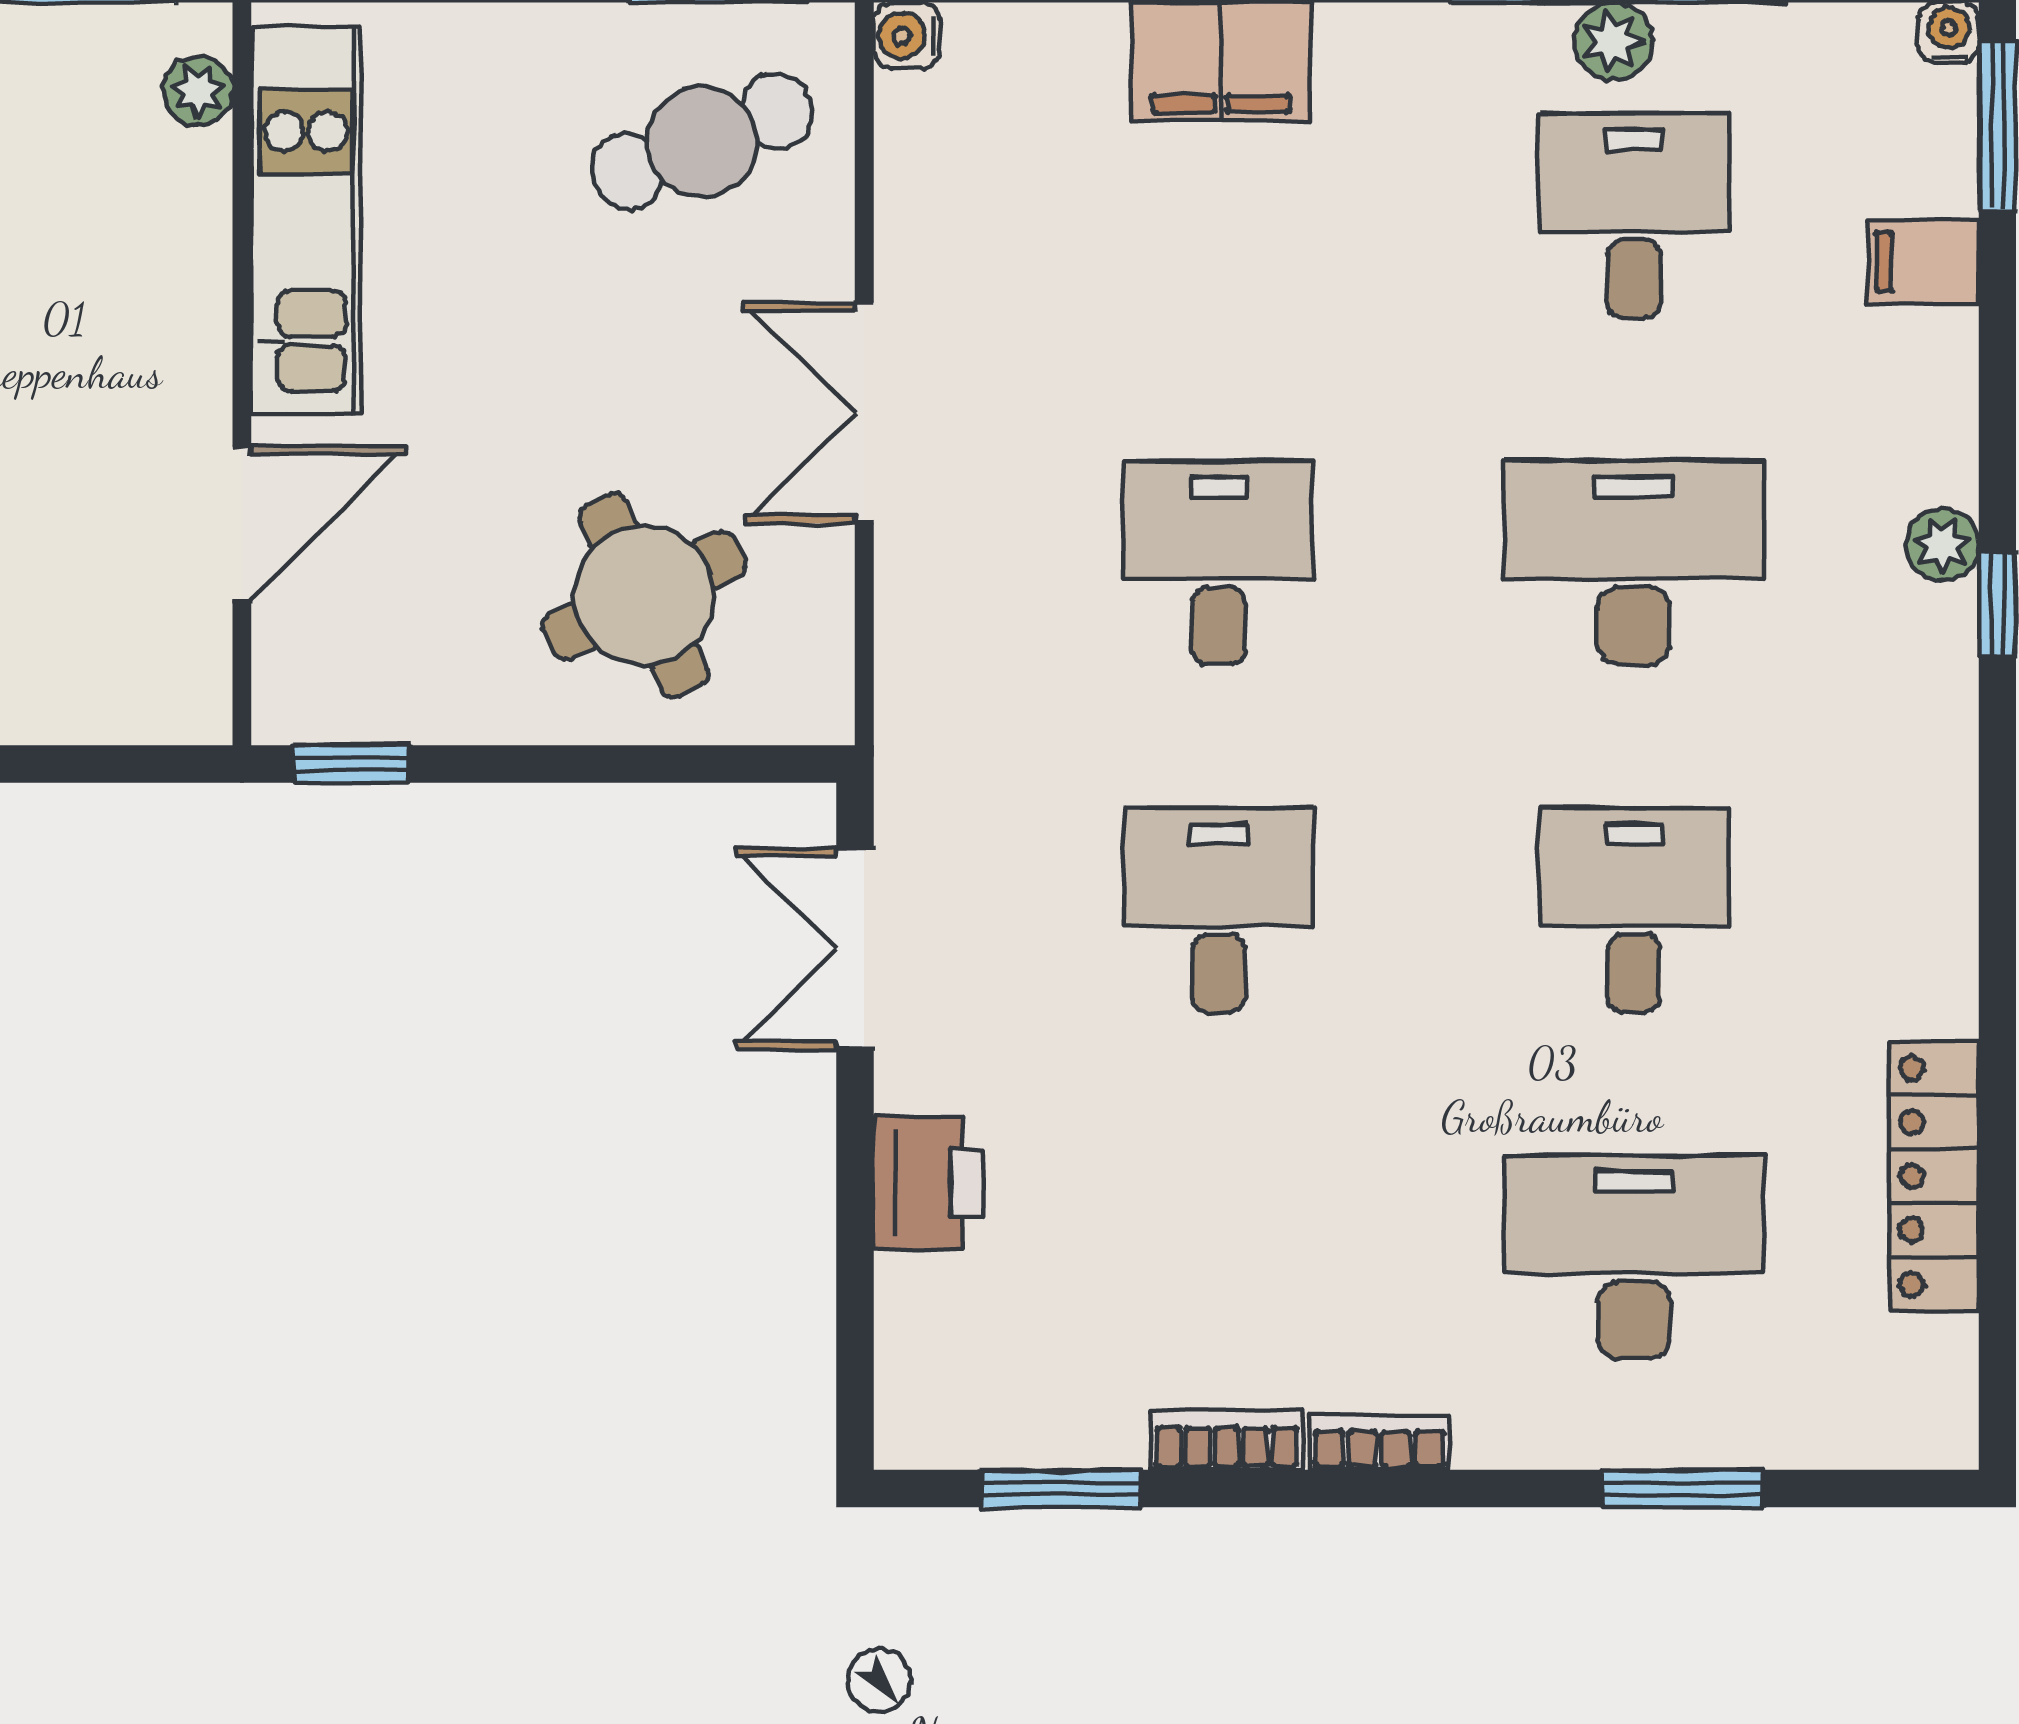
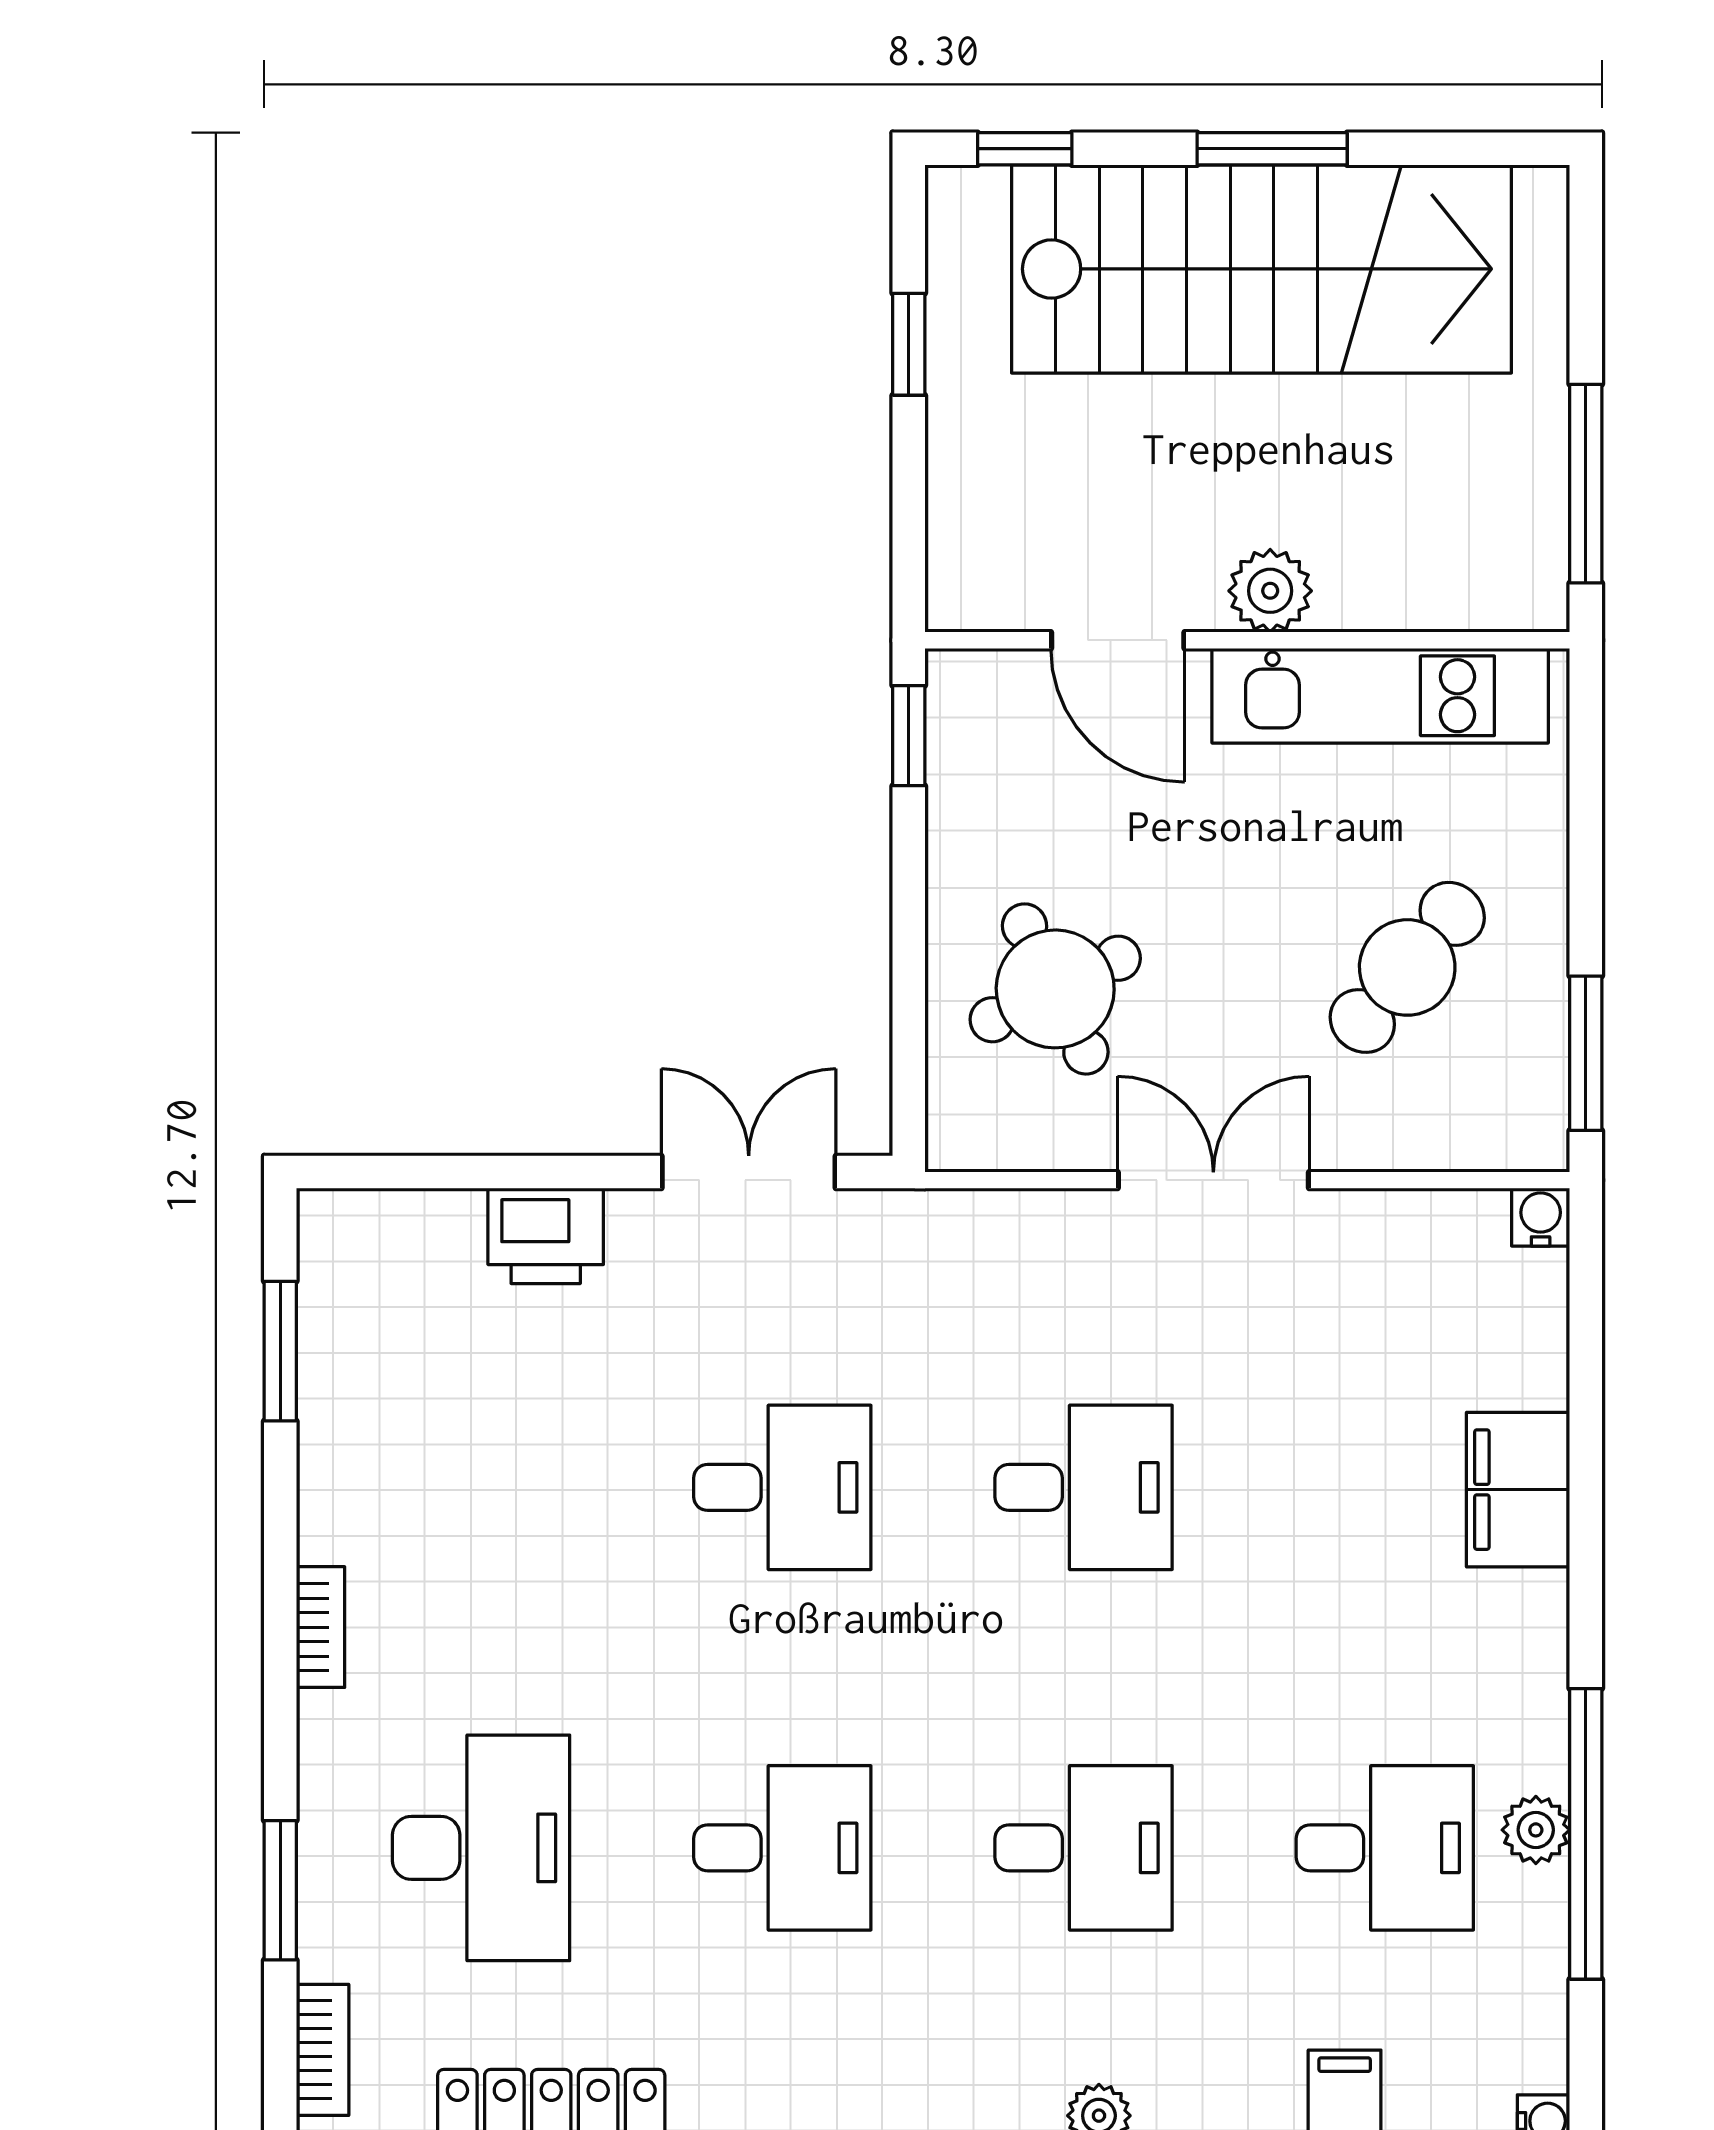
plant: (198, 91) -> (1270, 591), moved, width x1.38, depth x1.38
cafe table: (702, 141) -> (1407, 967), moved, turned 62
desk: (1634, 563) -> (1084, 1848), width x0.73
bookcase: (1227, 1440) -> (323, 2050), moved

